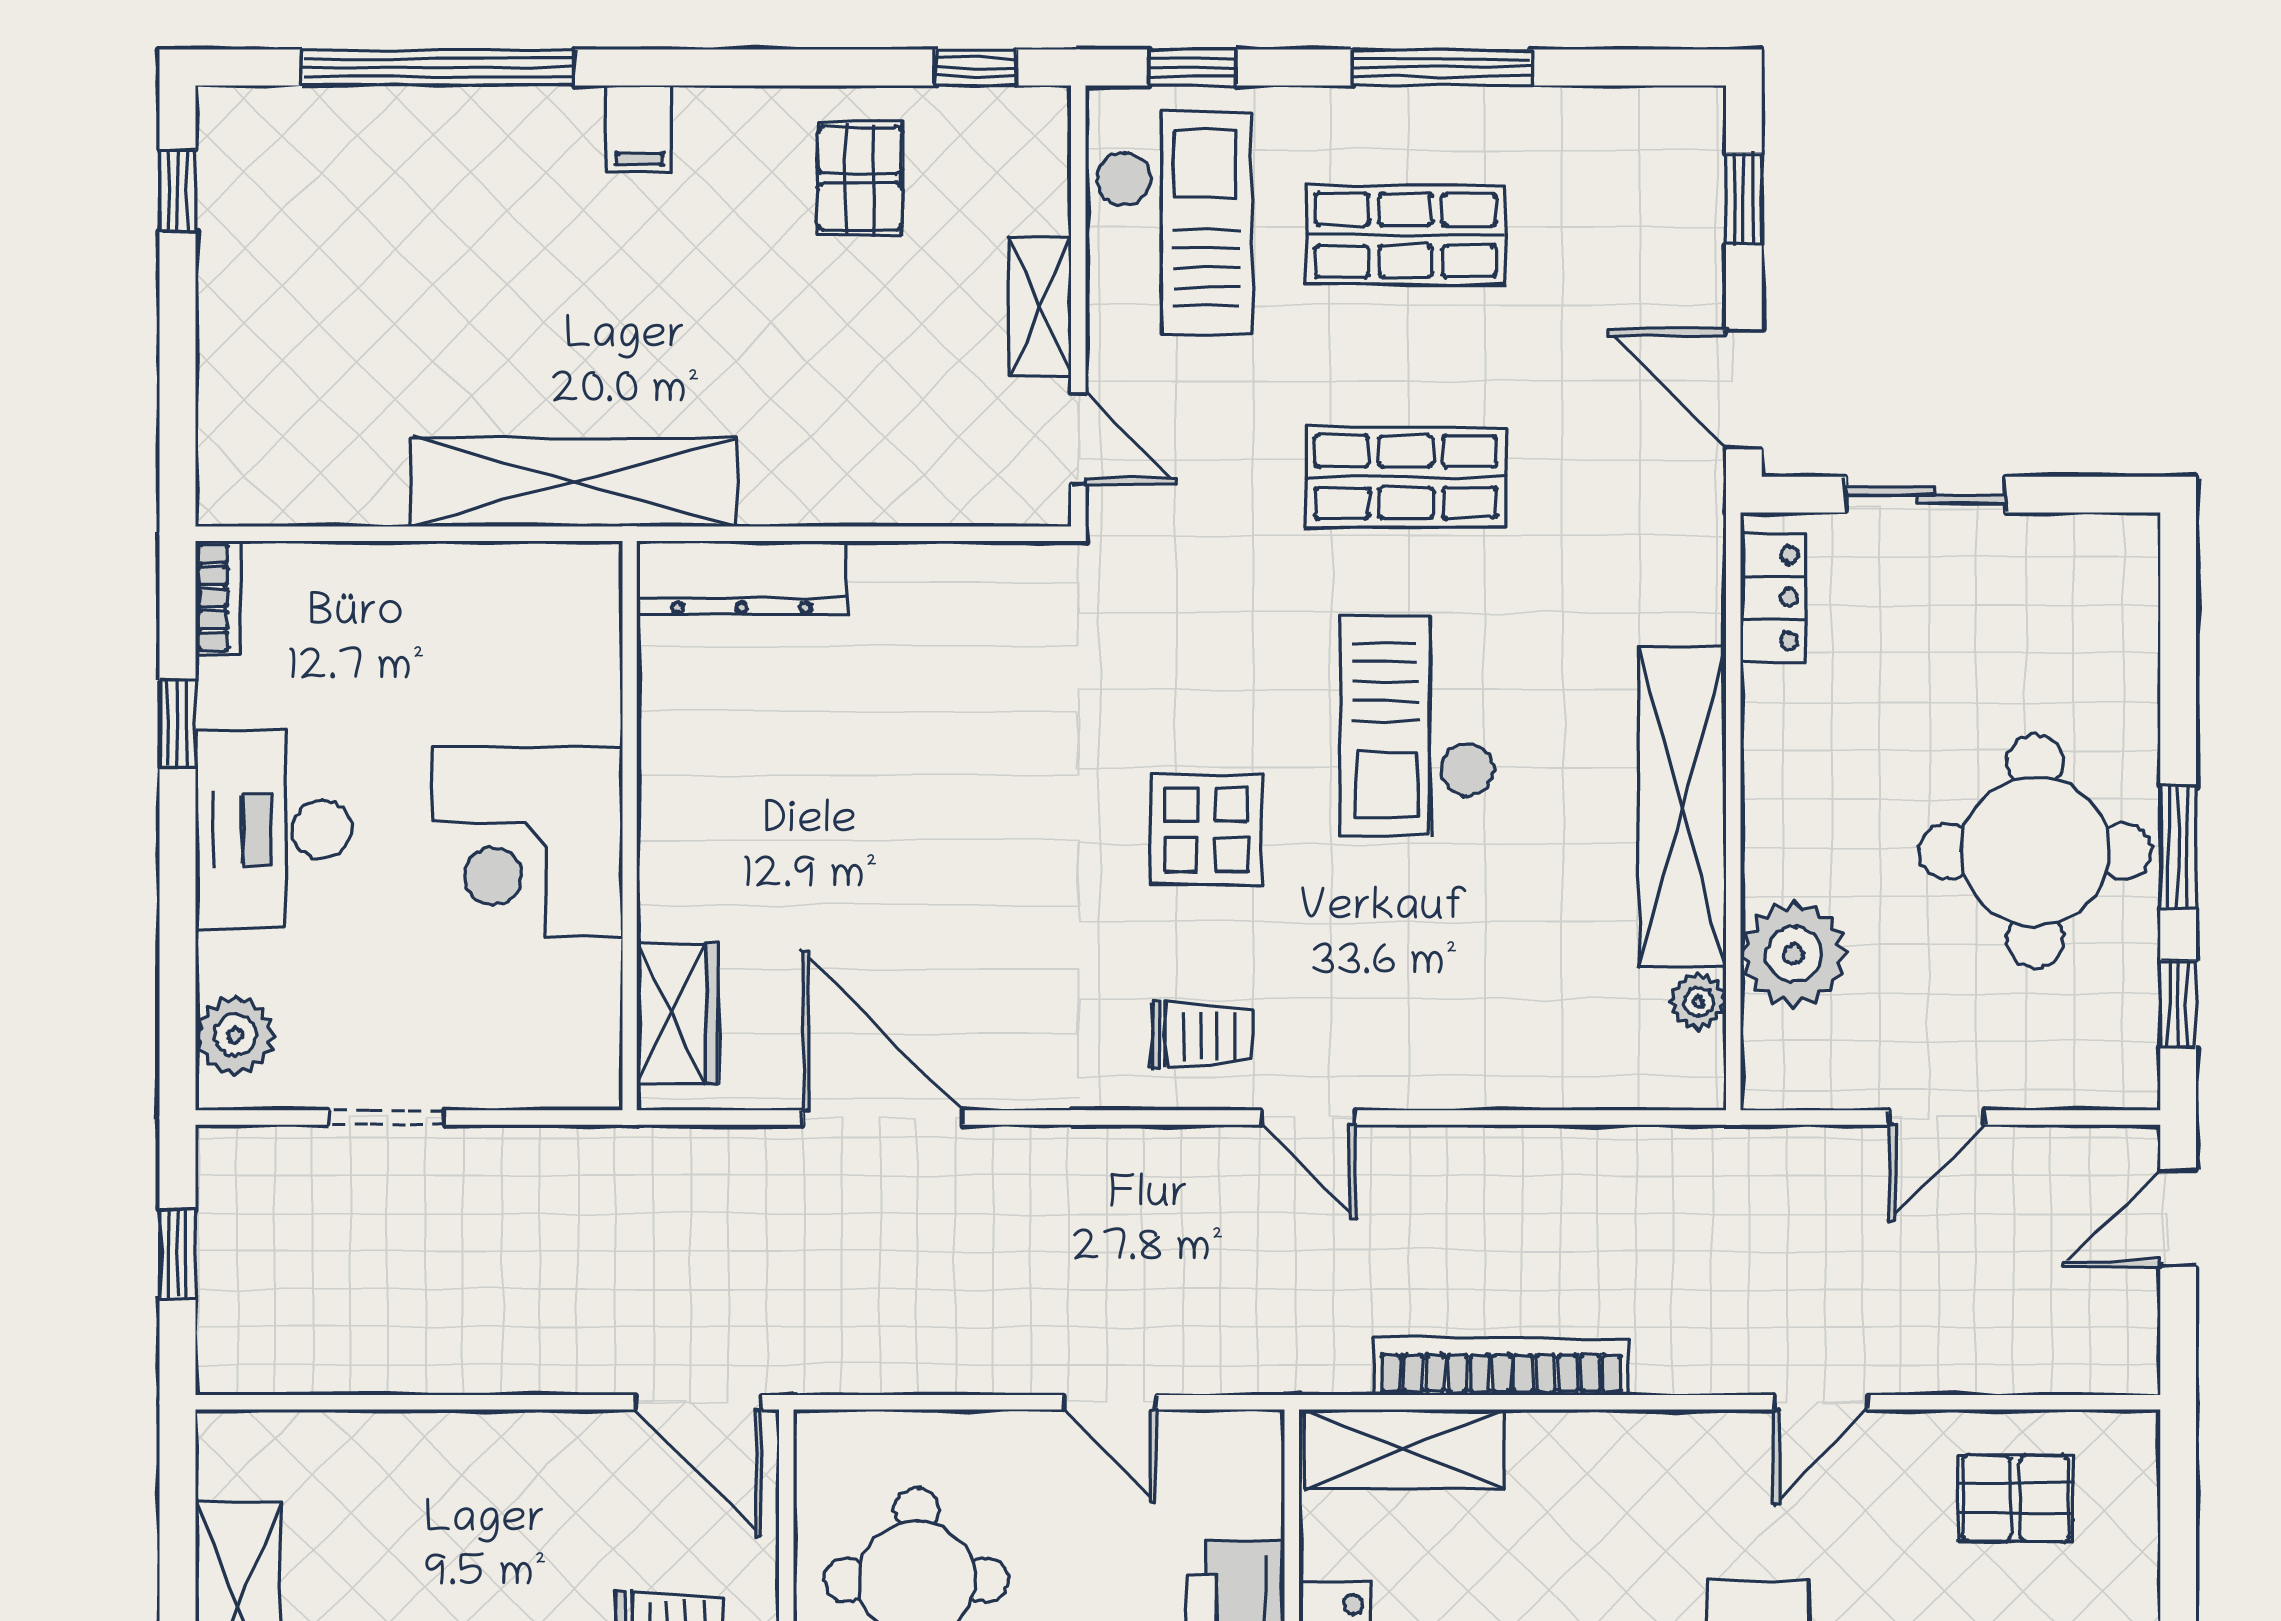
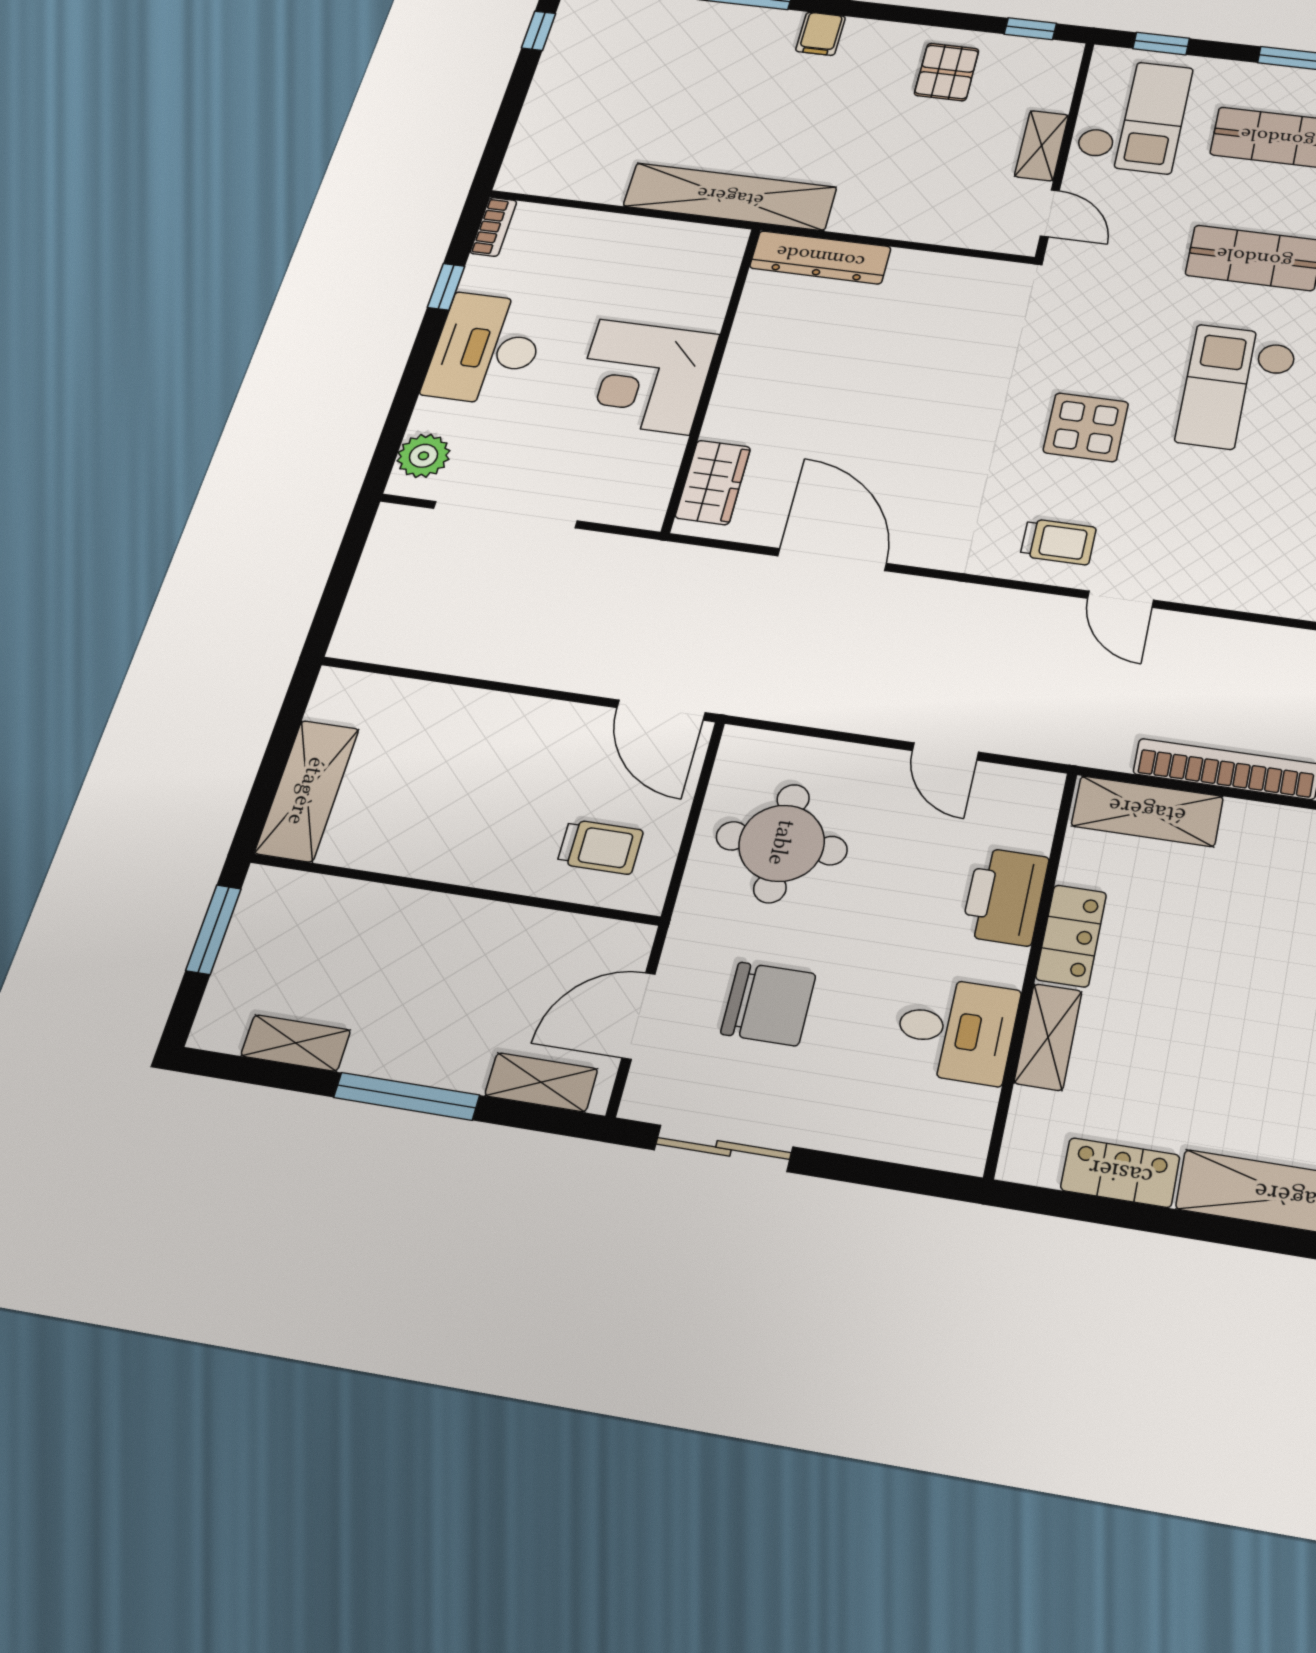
doorway: (387, 1118) -> (505, 515), width x1.88
window: (178, 1254) -> (343, 573), removed

